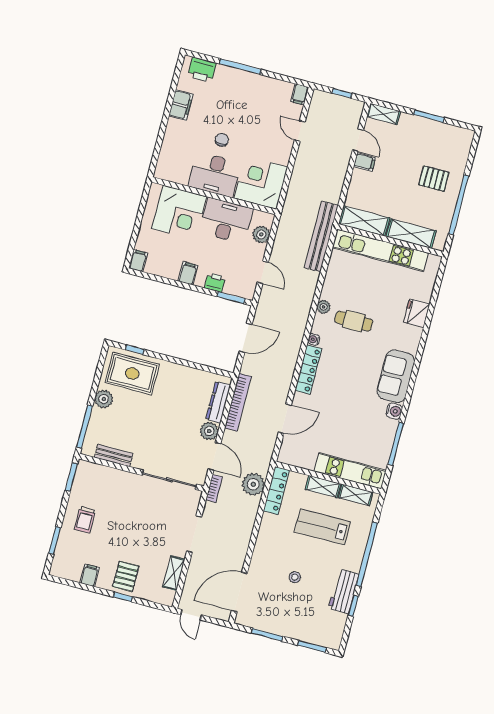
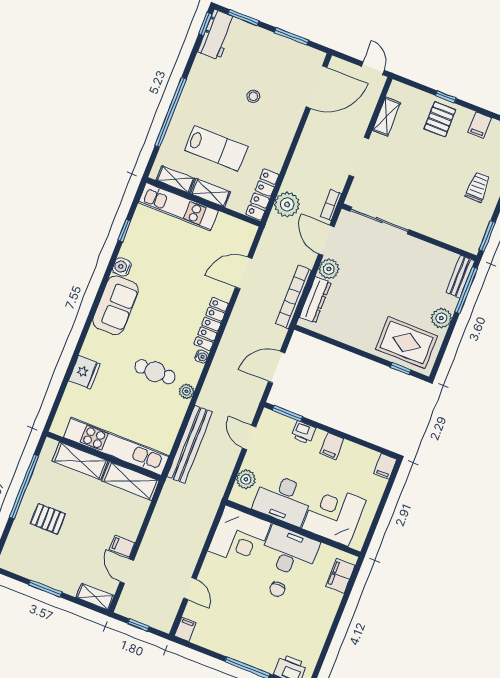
filing cabinet: (181, 105) -> (340, 576), moved
bench: (321, 236) -> (190, 444), moved
window: (396, 444) -> (124, 230), width x0.46
bench: (114, 455) -> (460, 277), moved, turned 90
workbench: (344, 591) -> (217, 35), moved
window: (353, 606) -> (205, 24), moved

